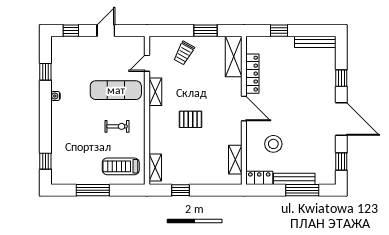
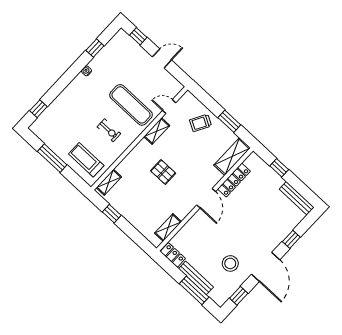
stool: (273, 144) -> (230, 263), moved

